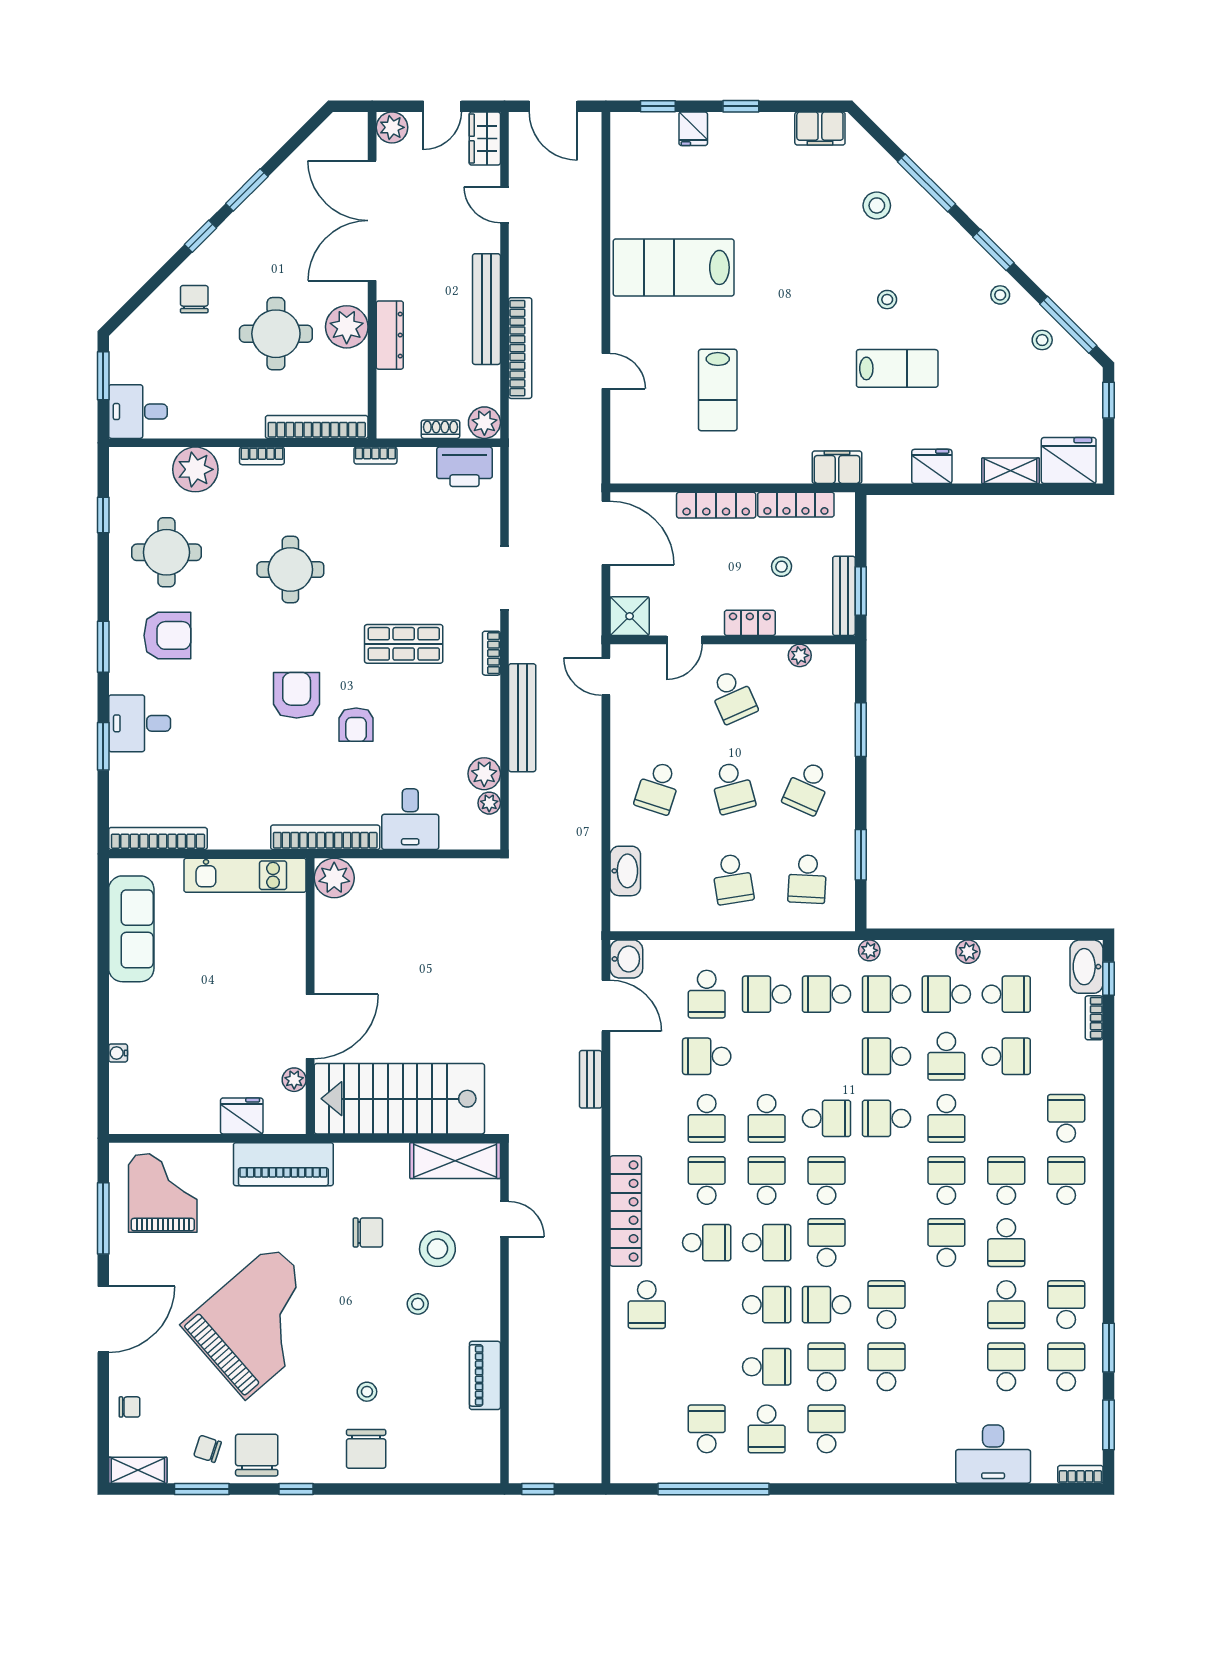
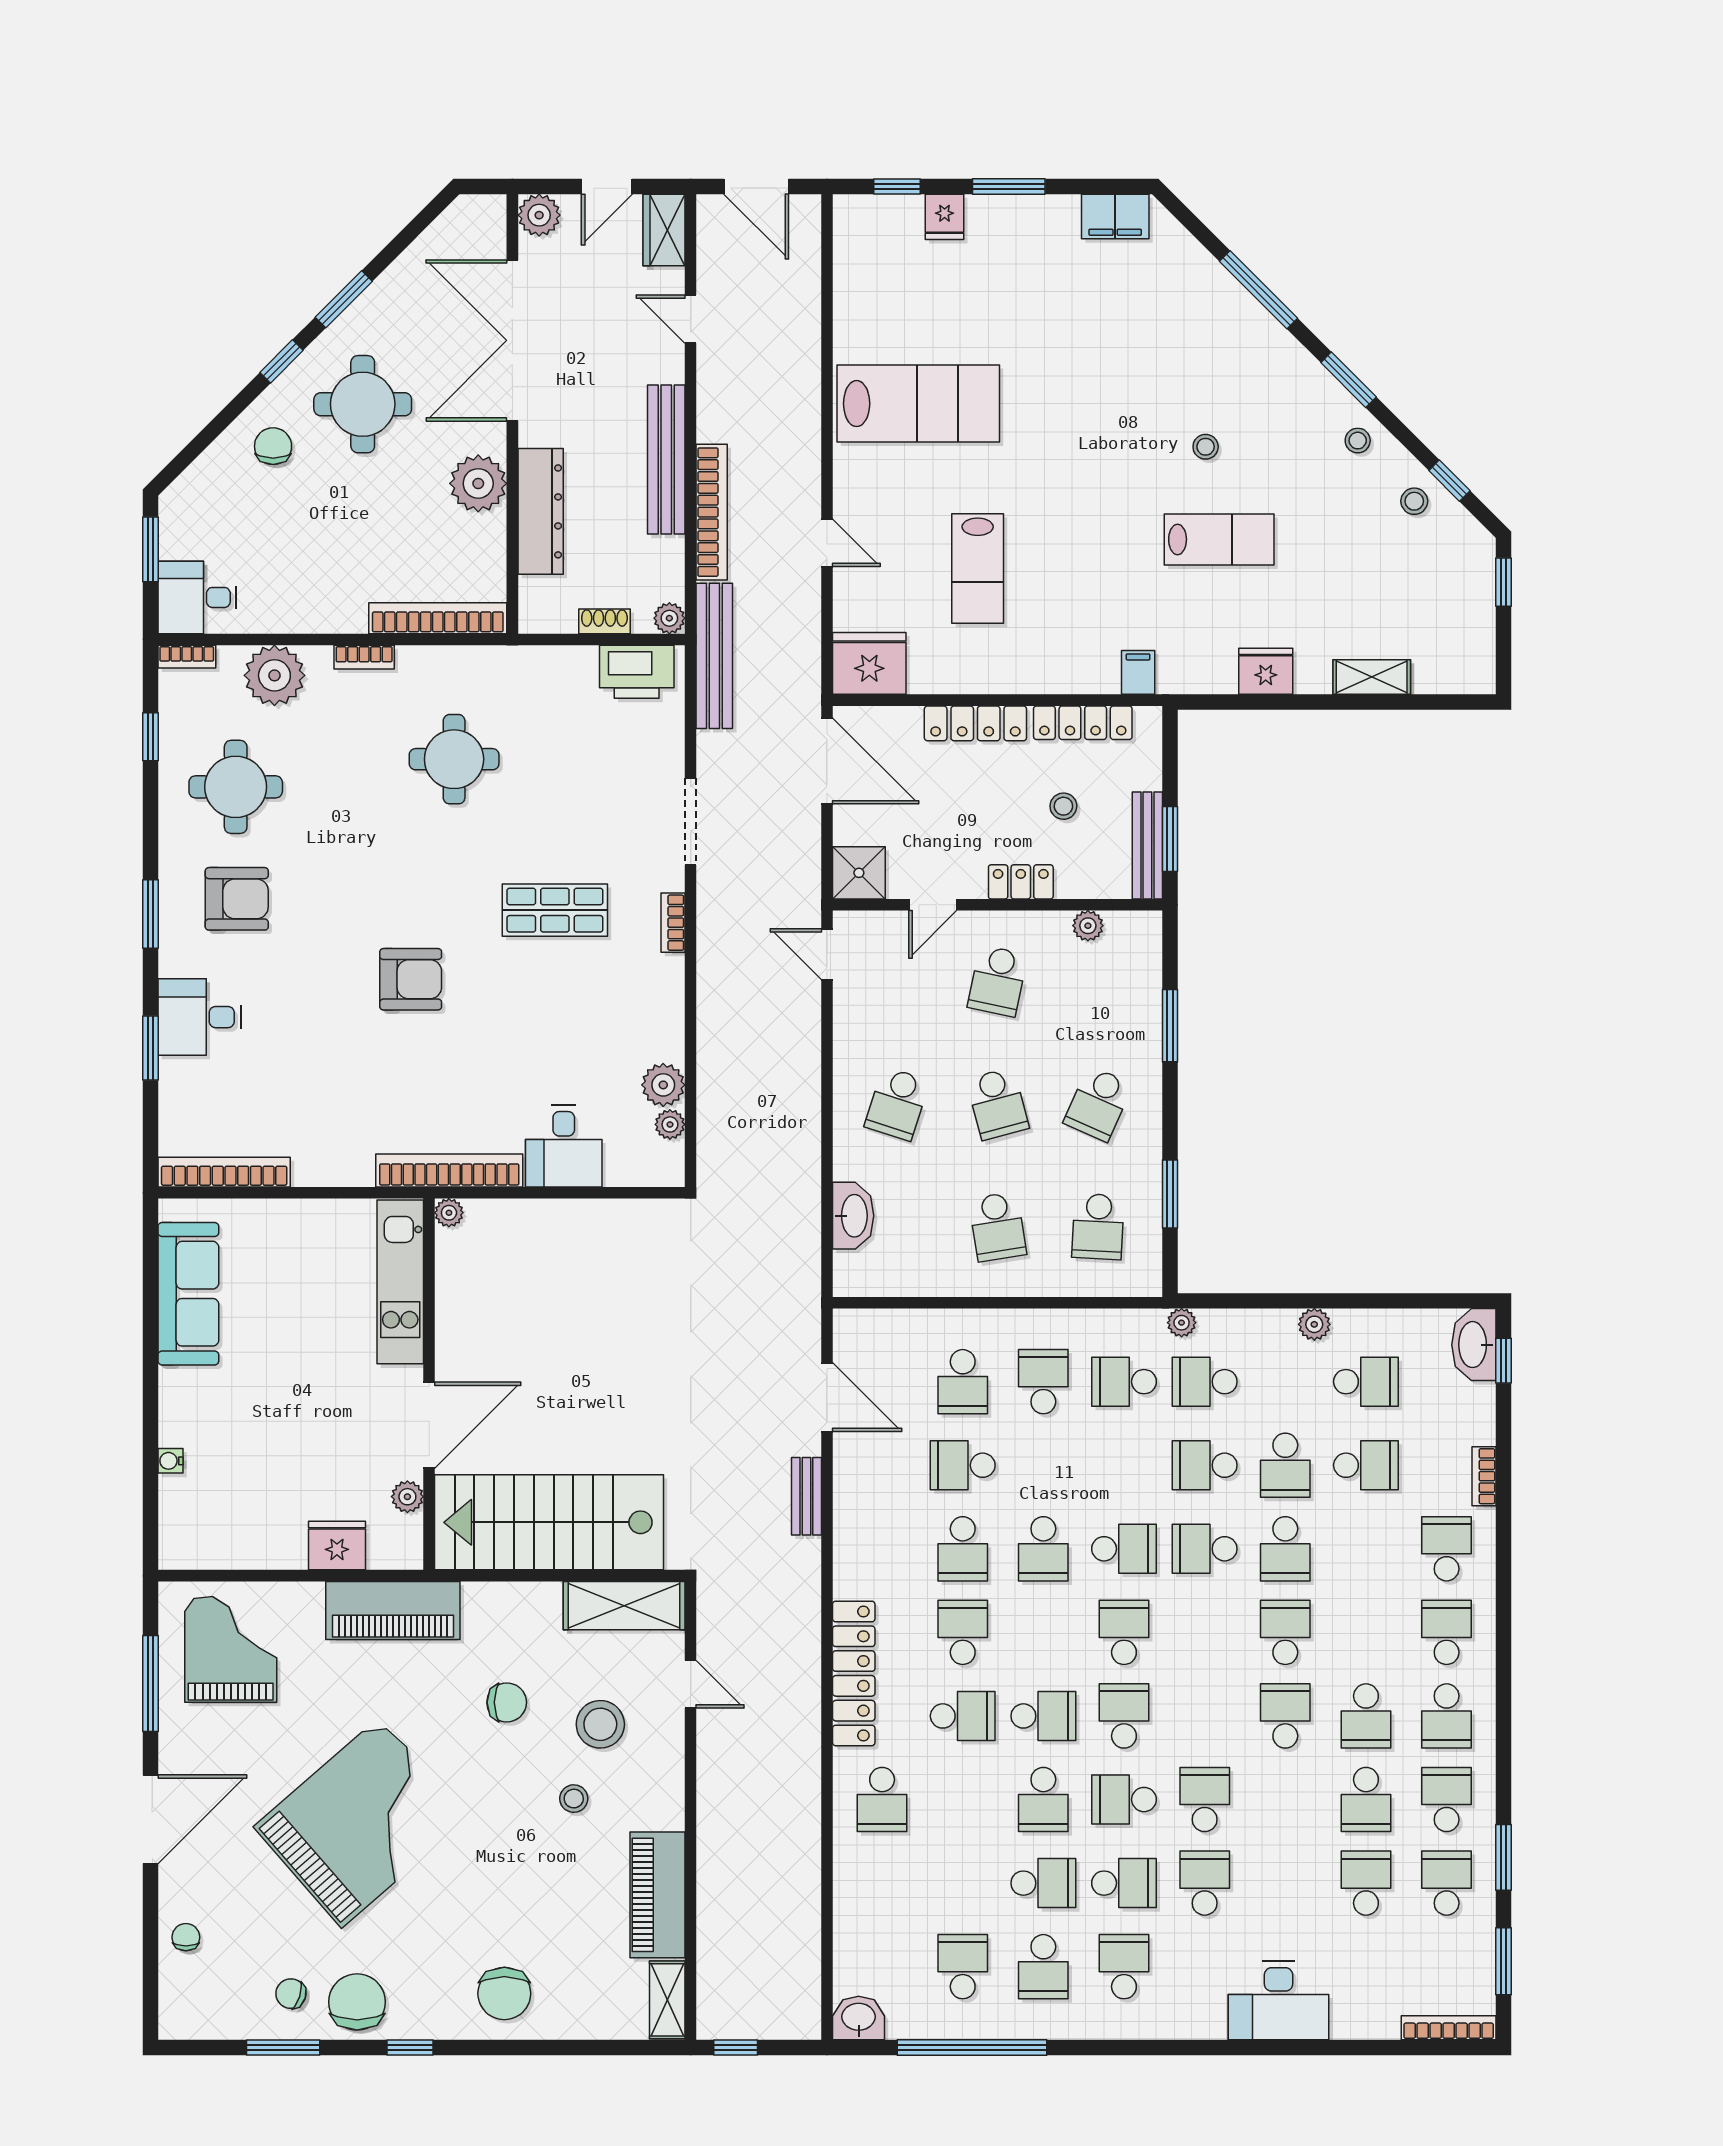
window: (741, 106) -> (1009, 187), width x1.50
stool: (877, 205) -> (1192, 320), removed
lab bench: (674, 267) -> (918, 404), turned 180
window: (1068, 325) -> (1449, 481), width x0.46
round table: (276, 334) -> (363, 404), moved
dresser: (390, 335) -> (541, 511), width x1.37, depth x1.24
plant: (484, 423) -> (669, 618), width x0.73, depth x0.73
bookcase: (375, 456) -> (187, 657), moved
fridge: (1069, 461) -> (869, 663), moved
filing cabinet: (837, 467) -> (1138, 672), width x0.50
round table: (290, 570) -> (454, 759), moved
armchair: (297, 695) -> (411, 979), turned 90
school desk: (733, 696) -> (998, 981), turned 36
bench: (522, 718) -> (714, 656), moved
armchair: (356, 725) -> (491, 1019), removed
kitchen unit: (245, 875) -> (400, 1282), moved, turned 90
plant: (334, 878) -> (449, 1213), width x0.53, depth x0.53
washbasin: (626, 959) -> (859, 2018), moved, turned -90
school desk: (767, 994) -> (1043, 1382), turned 90
school desk: (946, 994) -> (1285, 1382), removed
bookcase: (1094, 1018) -> (1484, 1476), moved
school desk: (767, 1180) -> (1043, 1632), removed
school desk: (1006, 1180) -> (1447, 1716), moved, turned 180
school desk: (767, 1305) -> (1043, 1800), turned 90
school desk: (827, 1367) -> (1124, 1883), turned 90
piano: (485, 1375) -> (657, 1895), width x1.37, depth x1.33
stool: (367, 1392) -> (505, 1917), removed
chair: (130, 1407) -> (186, 1937), turned -90
desk: (993, 1454) -> (1279, 2001), moved
shelving: (138, 1470) -> (667, 2000), moved, turned 90
bookcase: (1080, 1474) -> (1449, 2028), width x1.56

